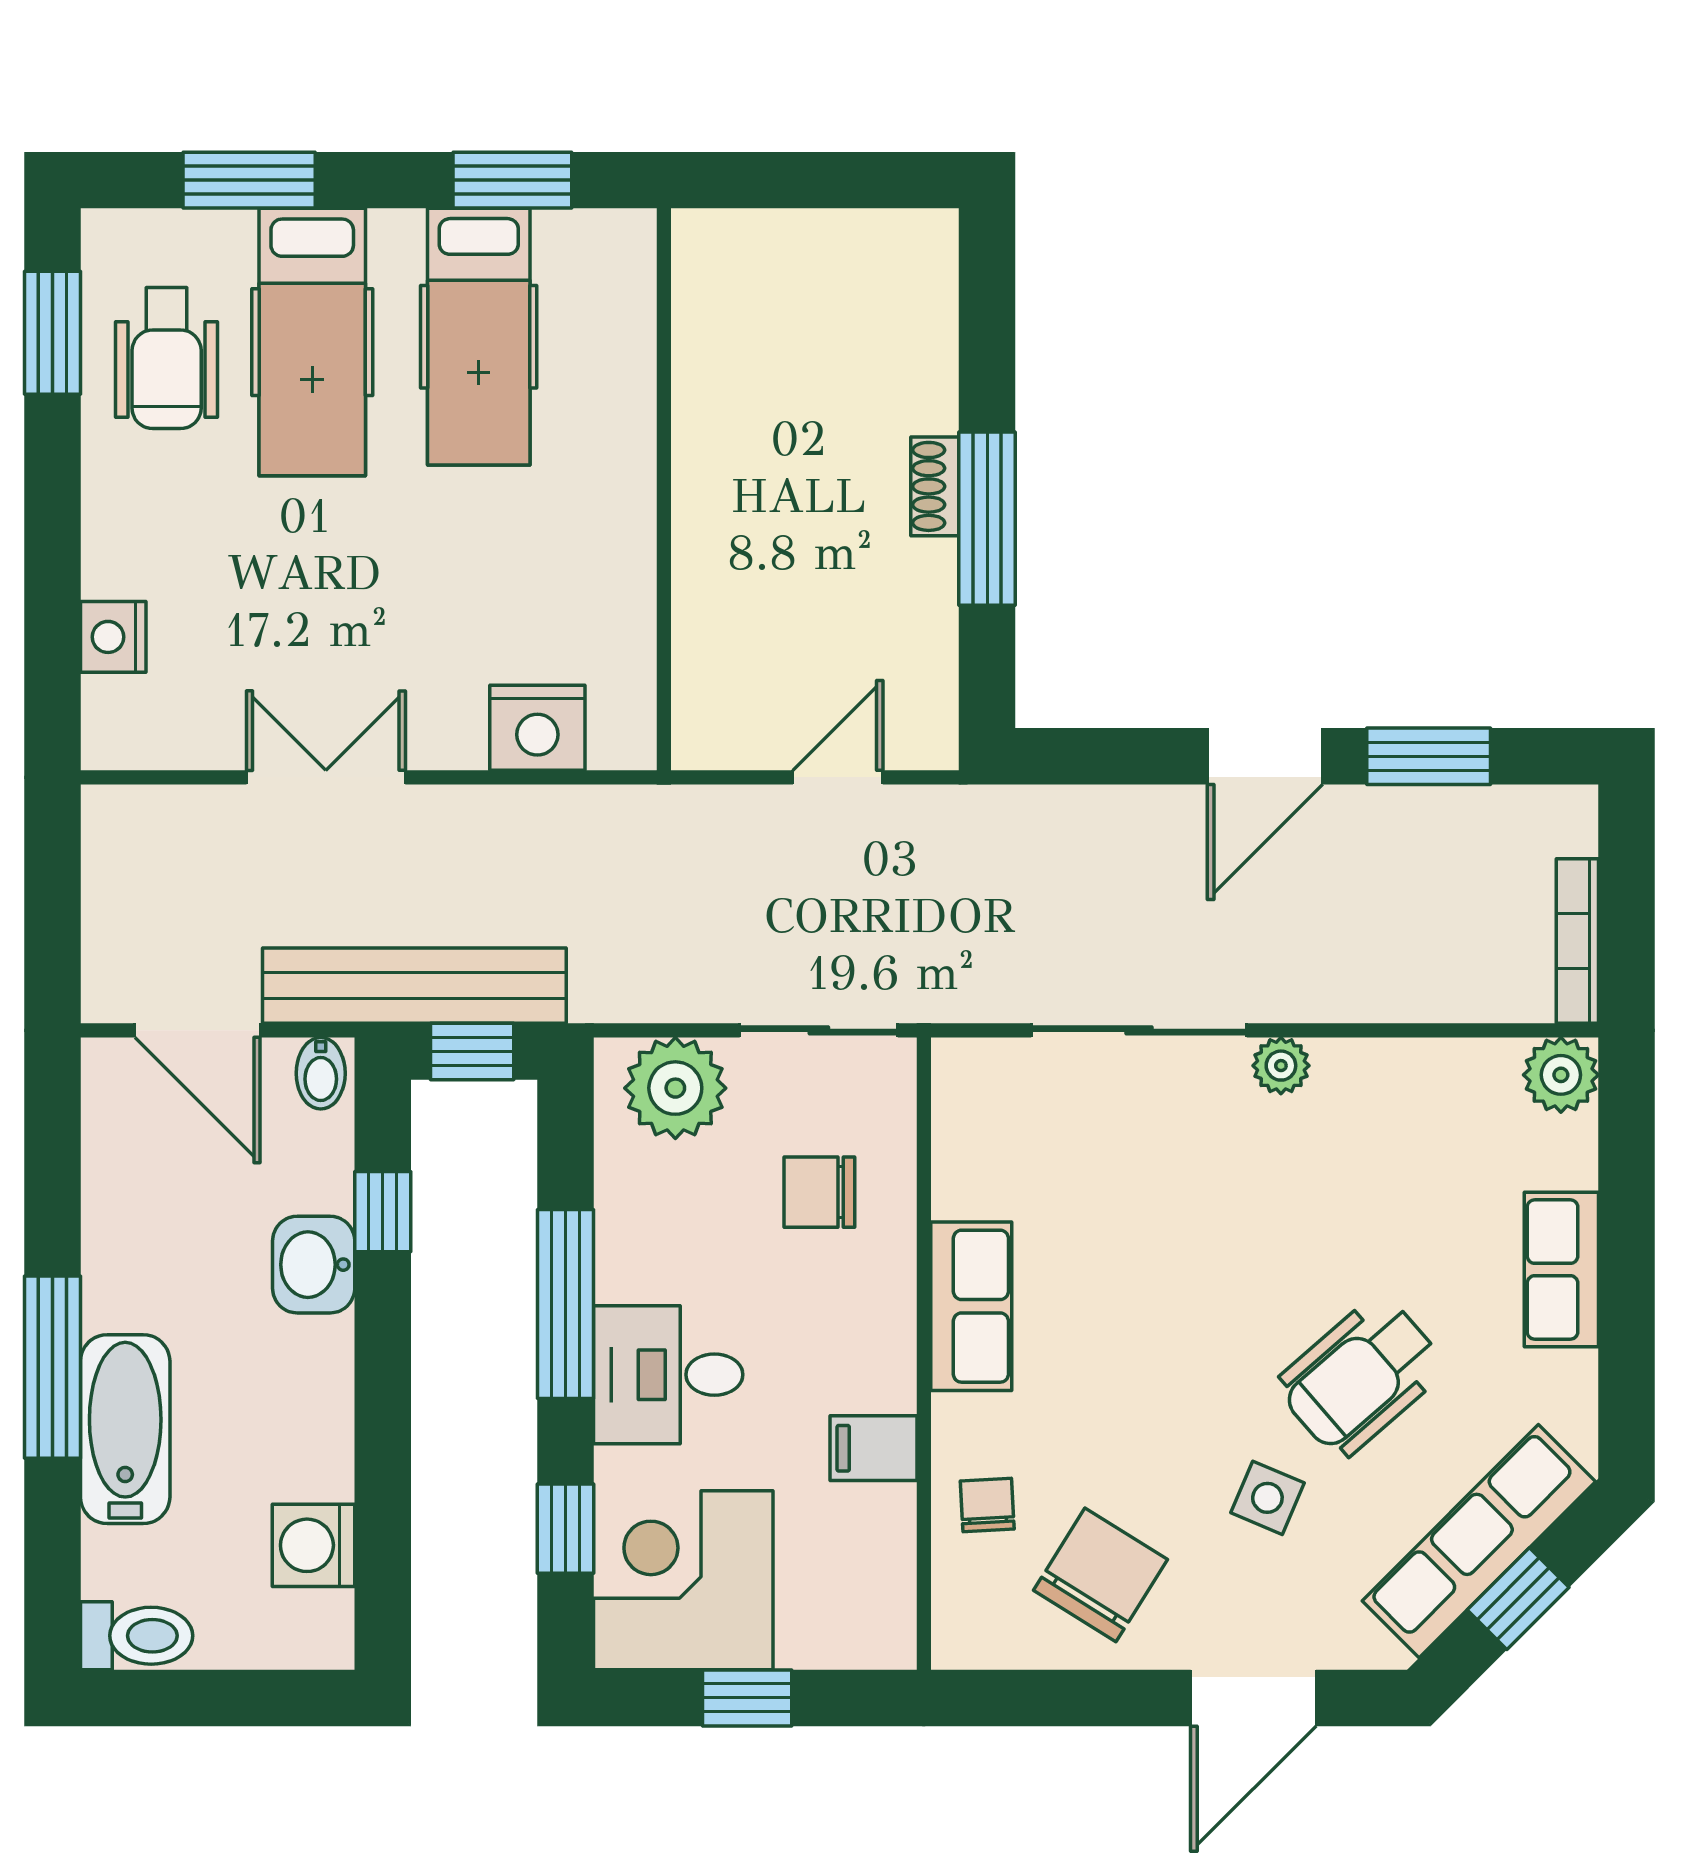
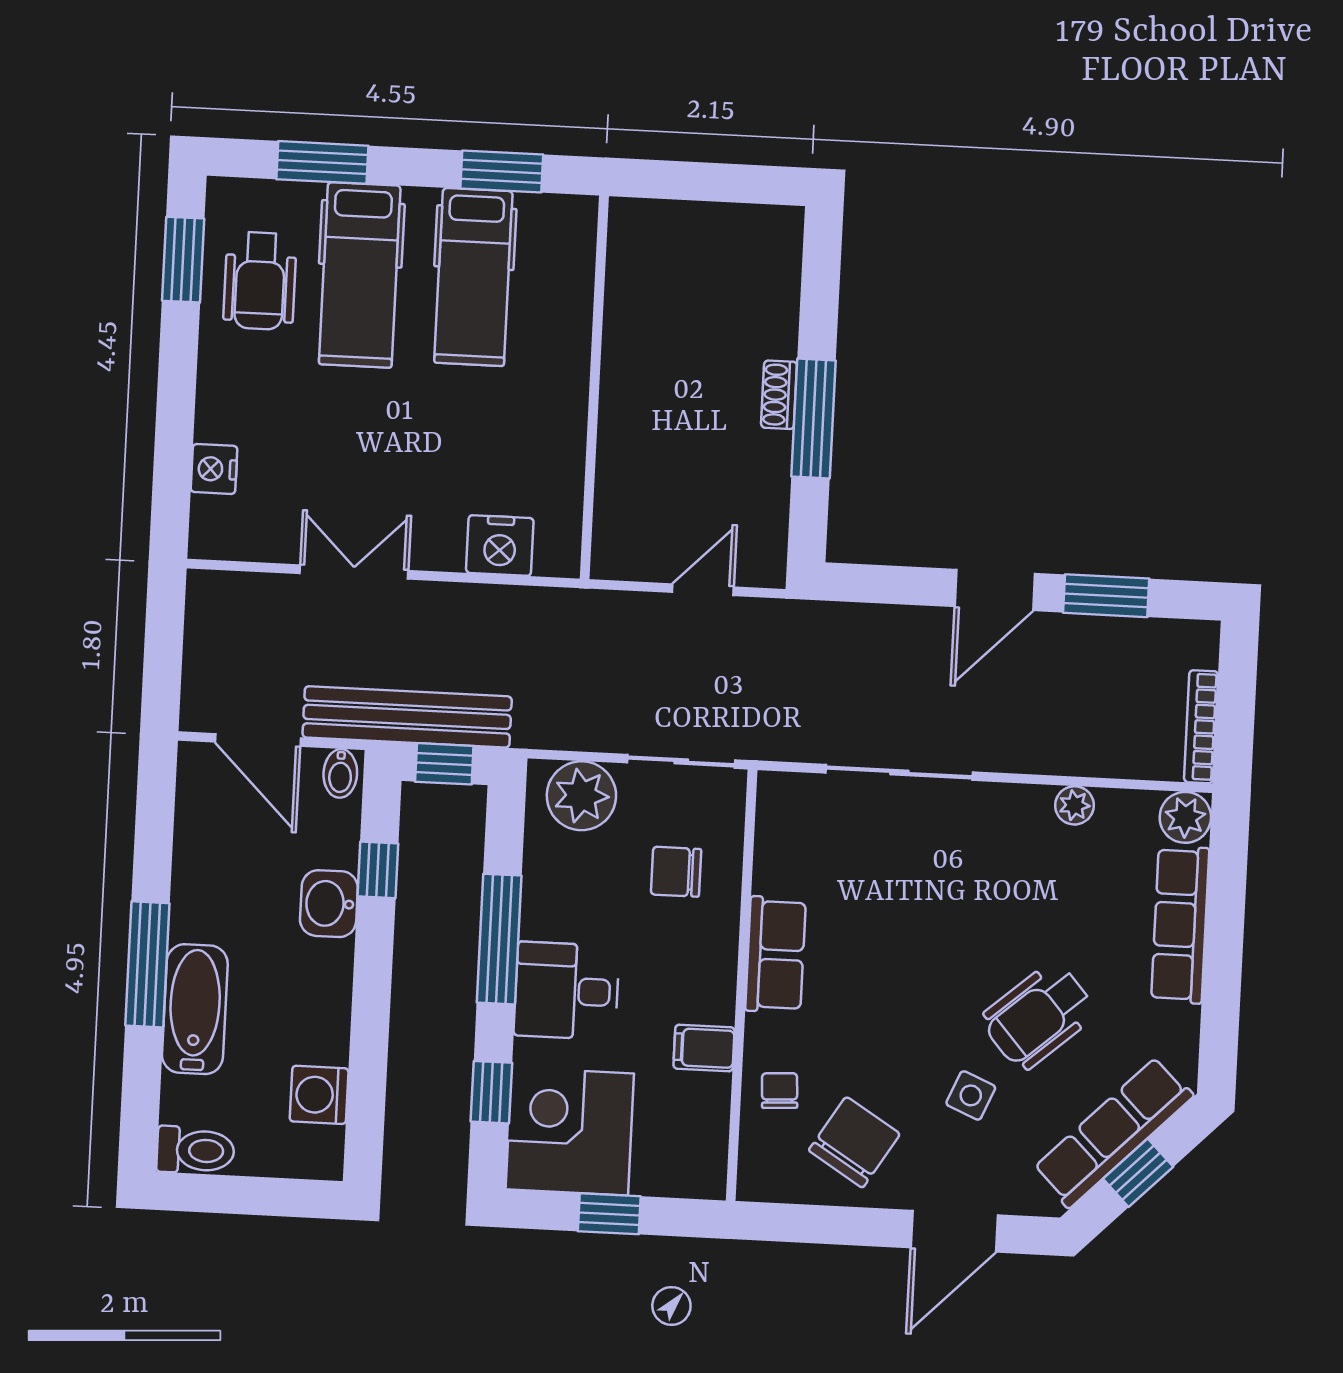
plant: (1281, 1066) -> (1074, 805), moved
row of seats: (1561, 1270) -> (1180, 925), width x1.48

